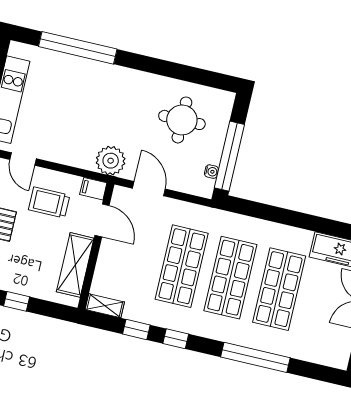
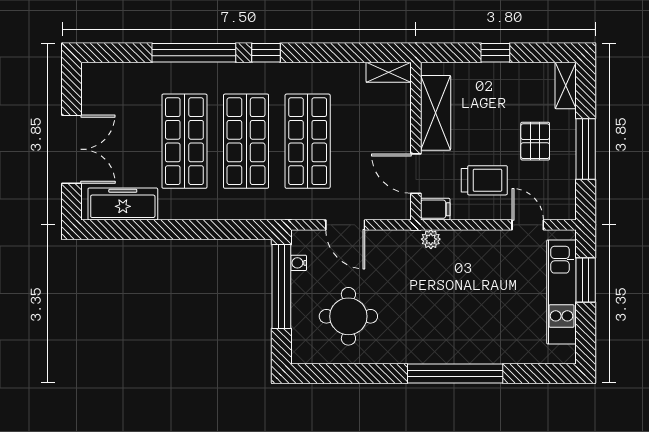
window: (78, 48) -> (455, 373), moved
plant: (111, 161) -> (431, 239), width x0.53, depth x0.53
door: (149, 189) -> (345, 225), moved
window: (136, 329) -> (344, 53), removed
window: (176, 339) -> (266, 53), moved

